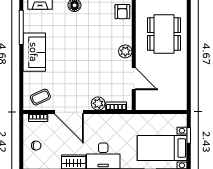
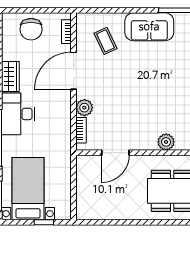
plant: (125, 51) -> (166, 142), moved
coffee table: (40, 97) -> (105, 41), moved
chair: (36, 146) -> (31, 29), width x1.87, depth x1.87

